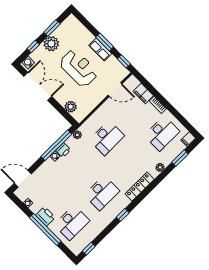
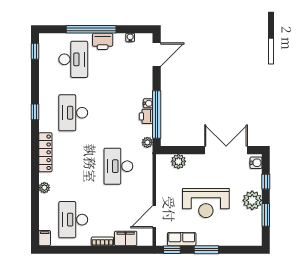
row of seats: (100, 50) -> (182, 239), moved
double door: (38, 86) -> (226, 150), swing flipped
window: (180, 158) -> (35, 214), removed
desk: (72, 223) -> (73, 59), turned 180

